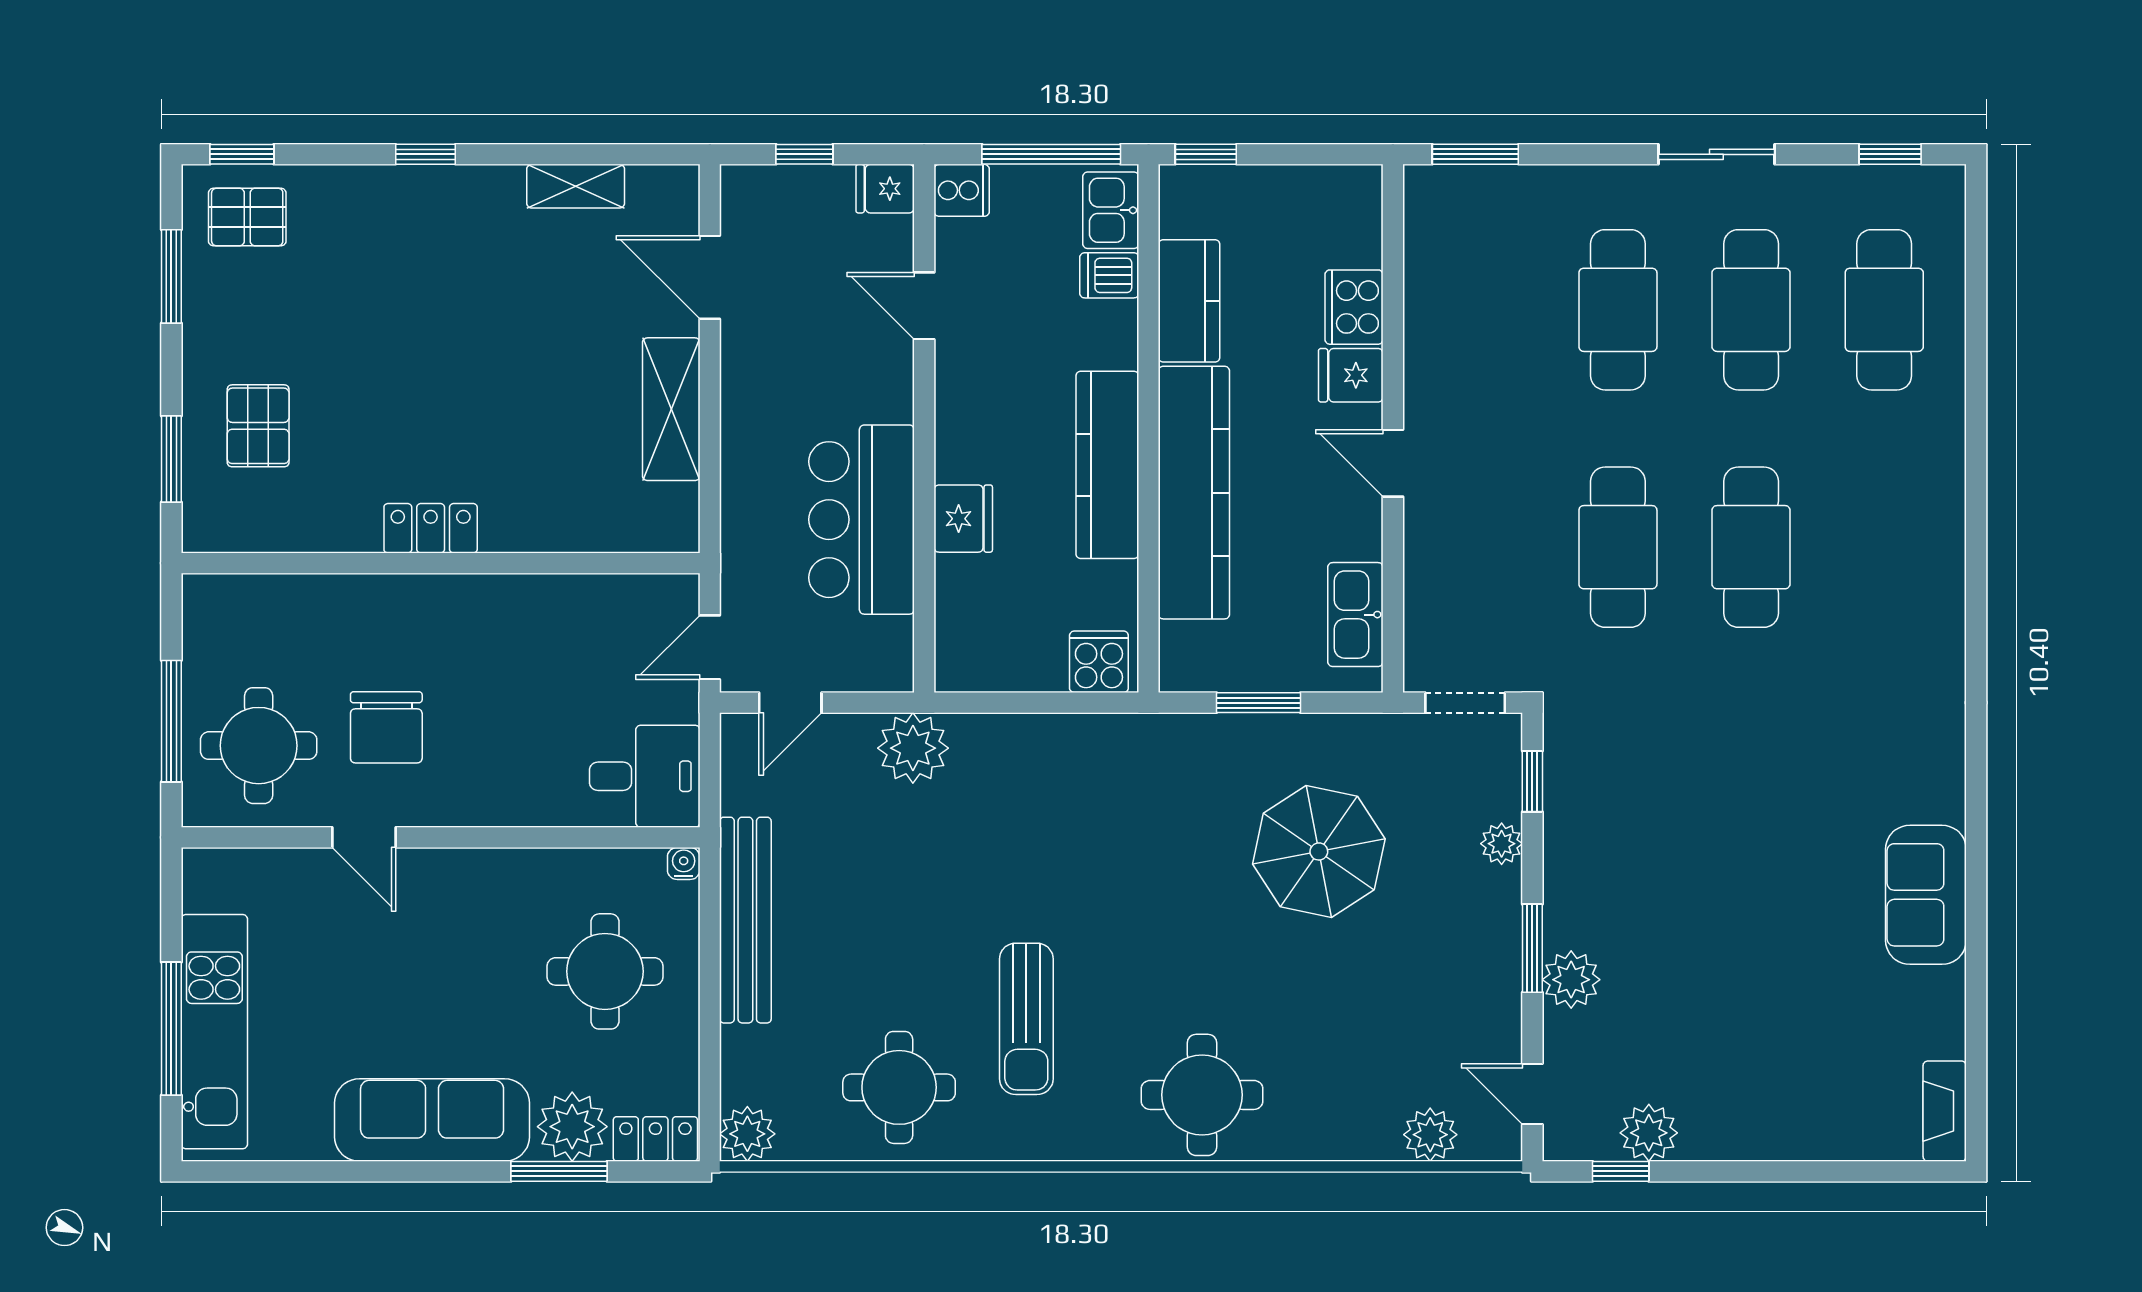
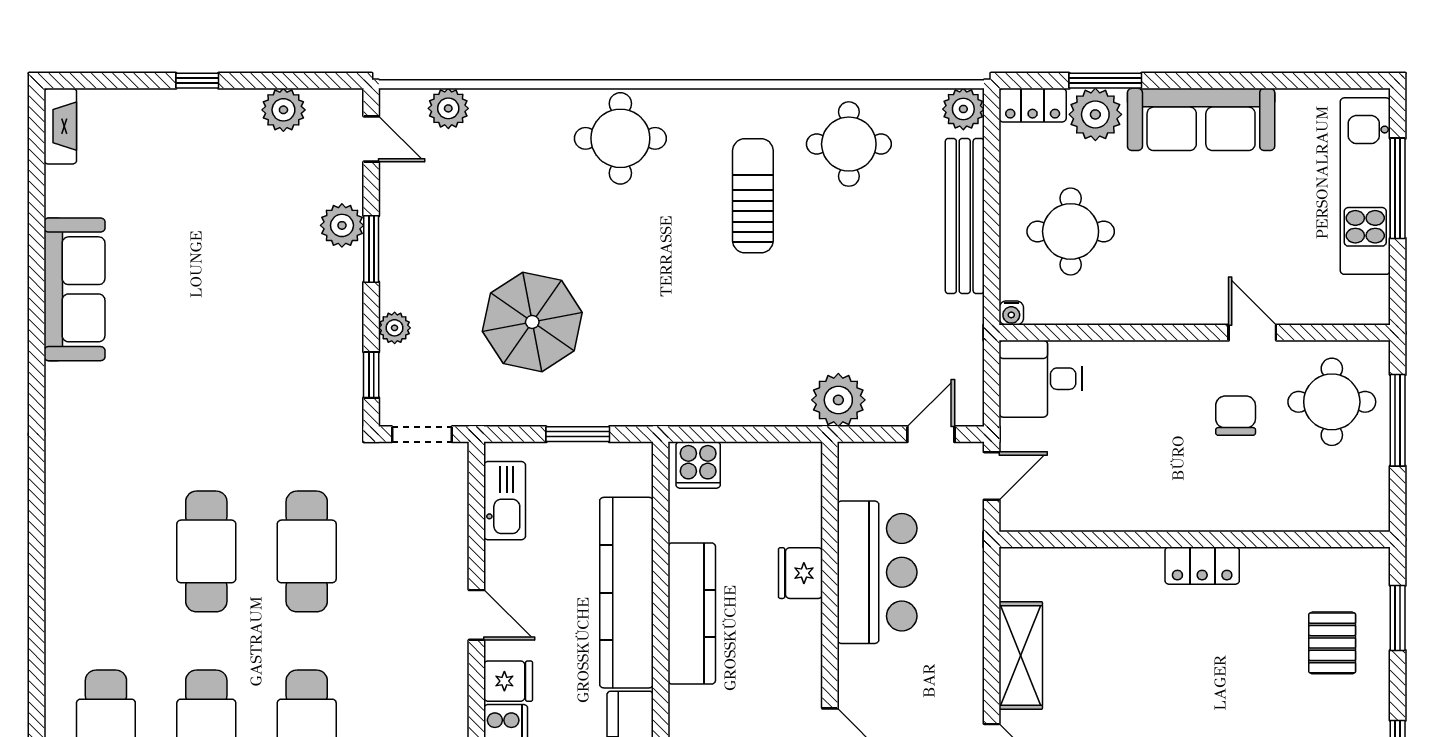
chair: (386, 727) -> (1236, 416), width x0.73, depth x0.73
sofa: (1926, 895) -> (74, 289), width x1.36
bench: (745, 920) -> (965, 216), moved
window: (1621, 1171) -> (197, 81), moved

